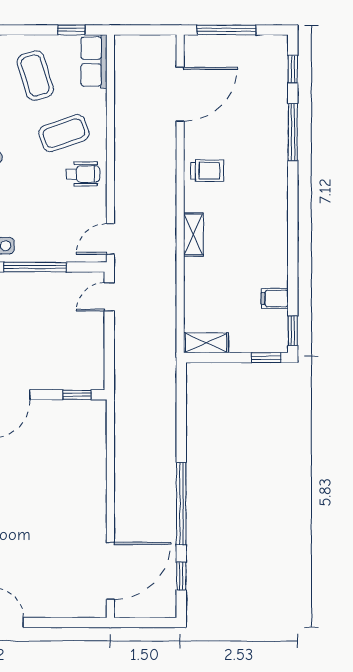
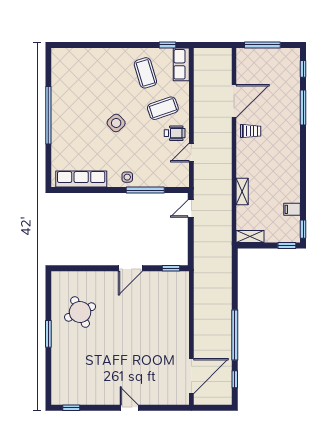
door: (180, 94) -> (234, 101), moved
shelving: (193, 234) -> (242, 192), moved
door: (110, 239) -> (191, 152), moved

